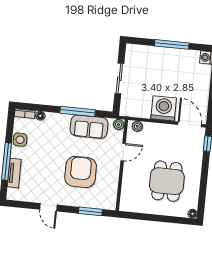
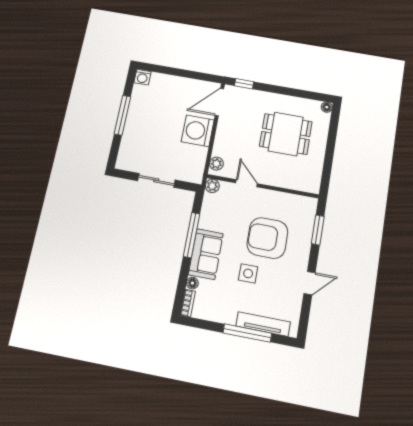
sofa: (89, 127) -> (206, 254), moved
side table: (20, 140) -> (248, 273), moved
tv unit: (14, 173) -> (263, 324), width x1.41

